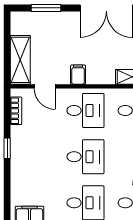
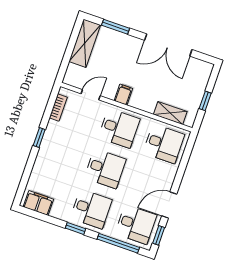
shelving: (20, 60) -> (85, 43), moved
door: (45, 86) -> (91, 95), swing flipped

